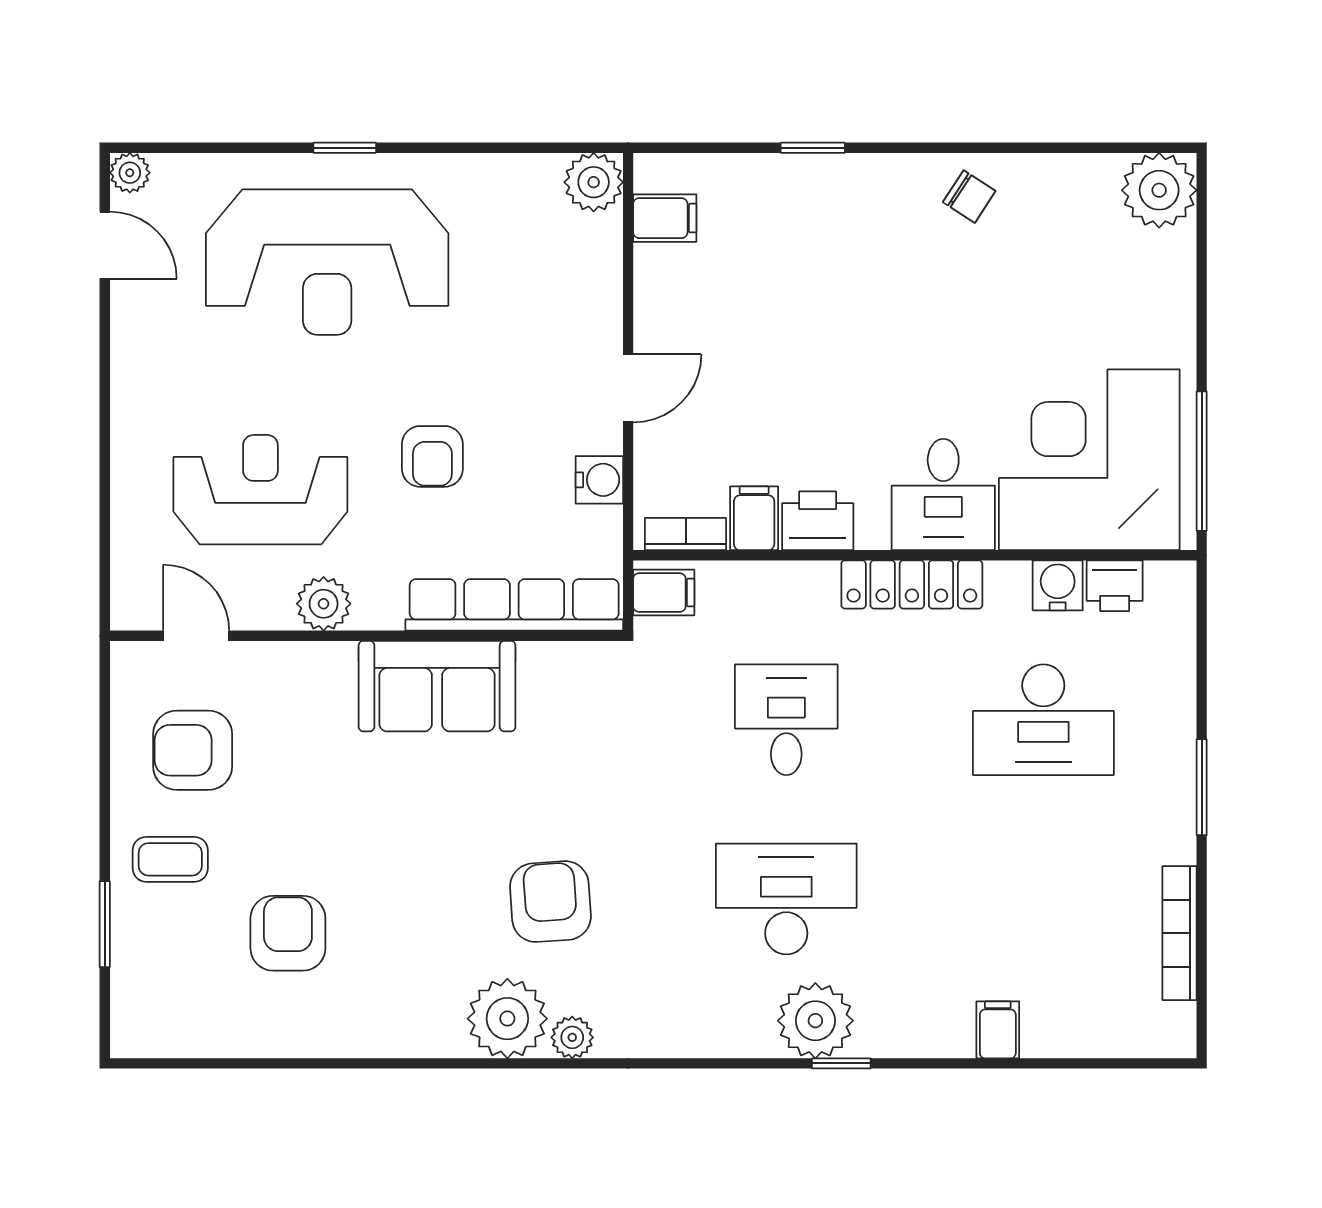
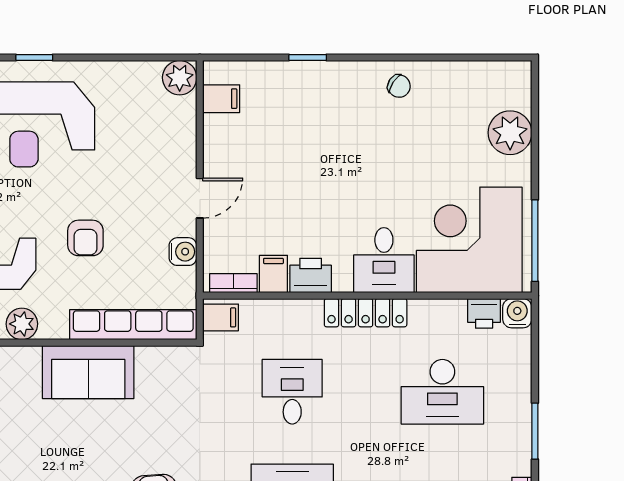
plant: (1159, 190) -> (510, 133), moved
water cooler: (1058, 585) -> (517, 313), moved

